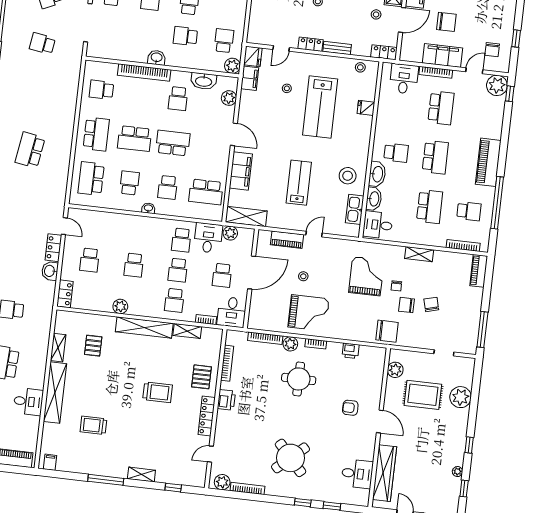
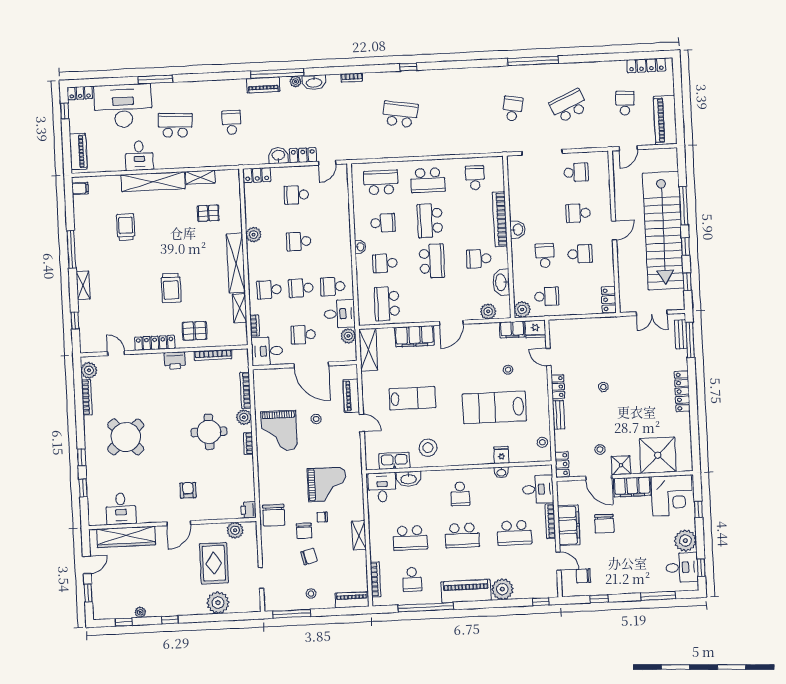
plant: (497, 85) -> (502, 589), moved
washbasin: (377, 174) -> (501, 472), moved, width x0.52, depth x0.69
chair: (407, 305) -> (304, 531), turned 180
stool: (466, 308) -> (311, 594), added
printer: (351, 351) -> (249, 510), moved

